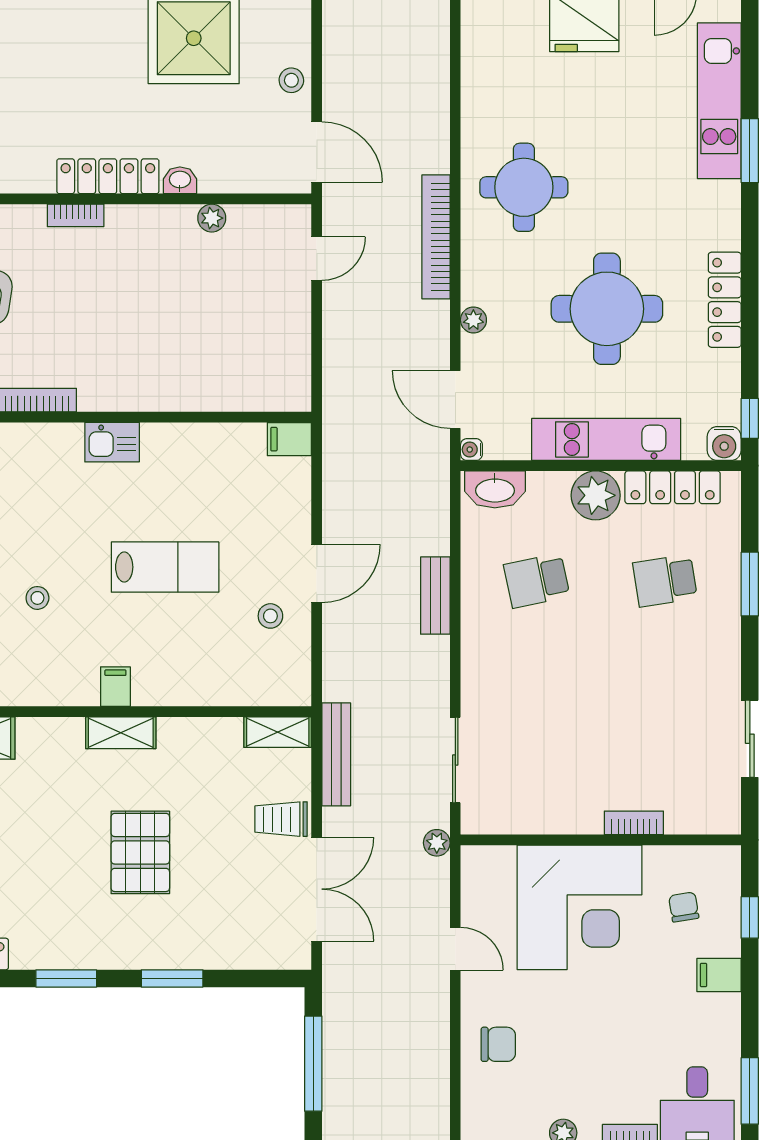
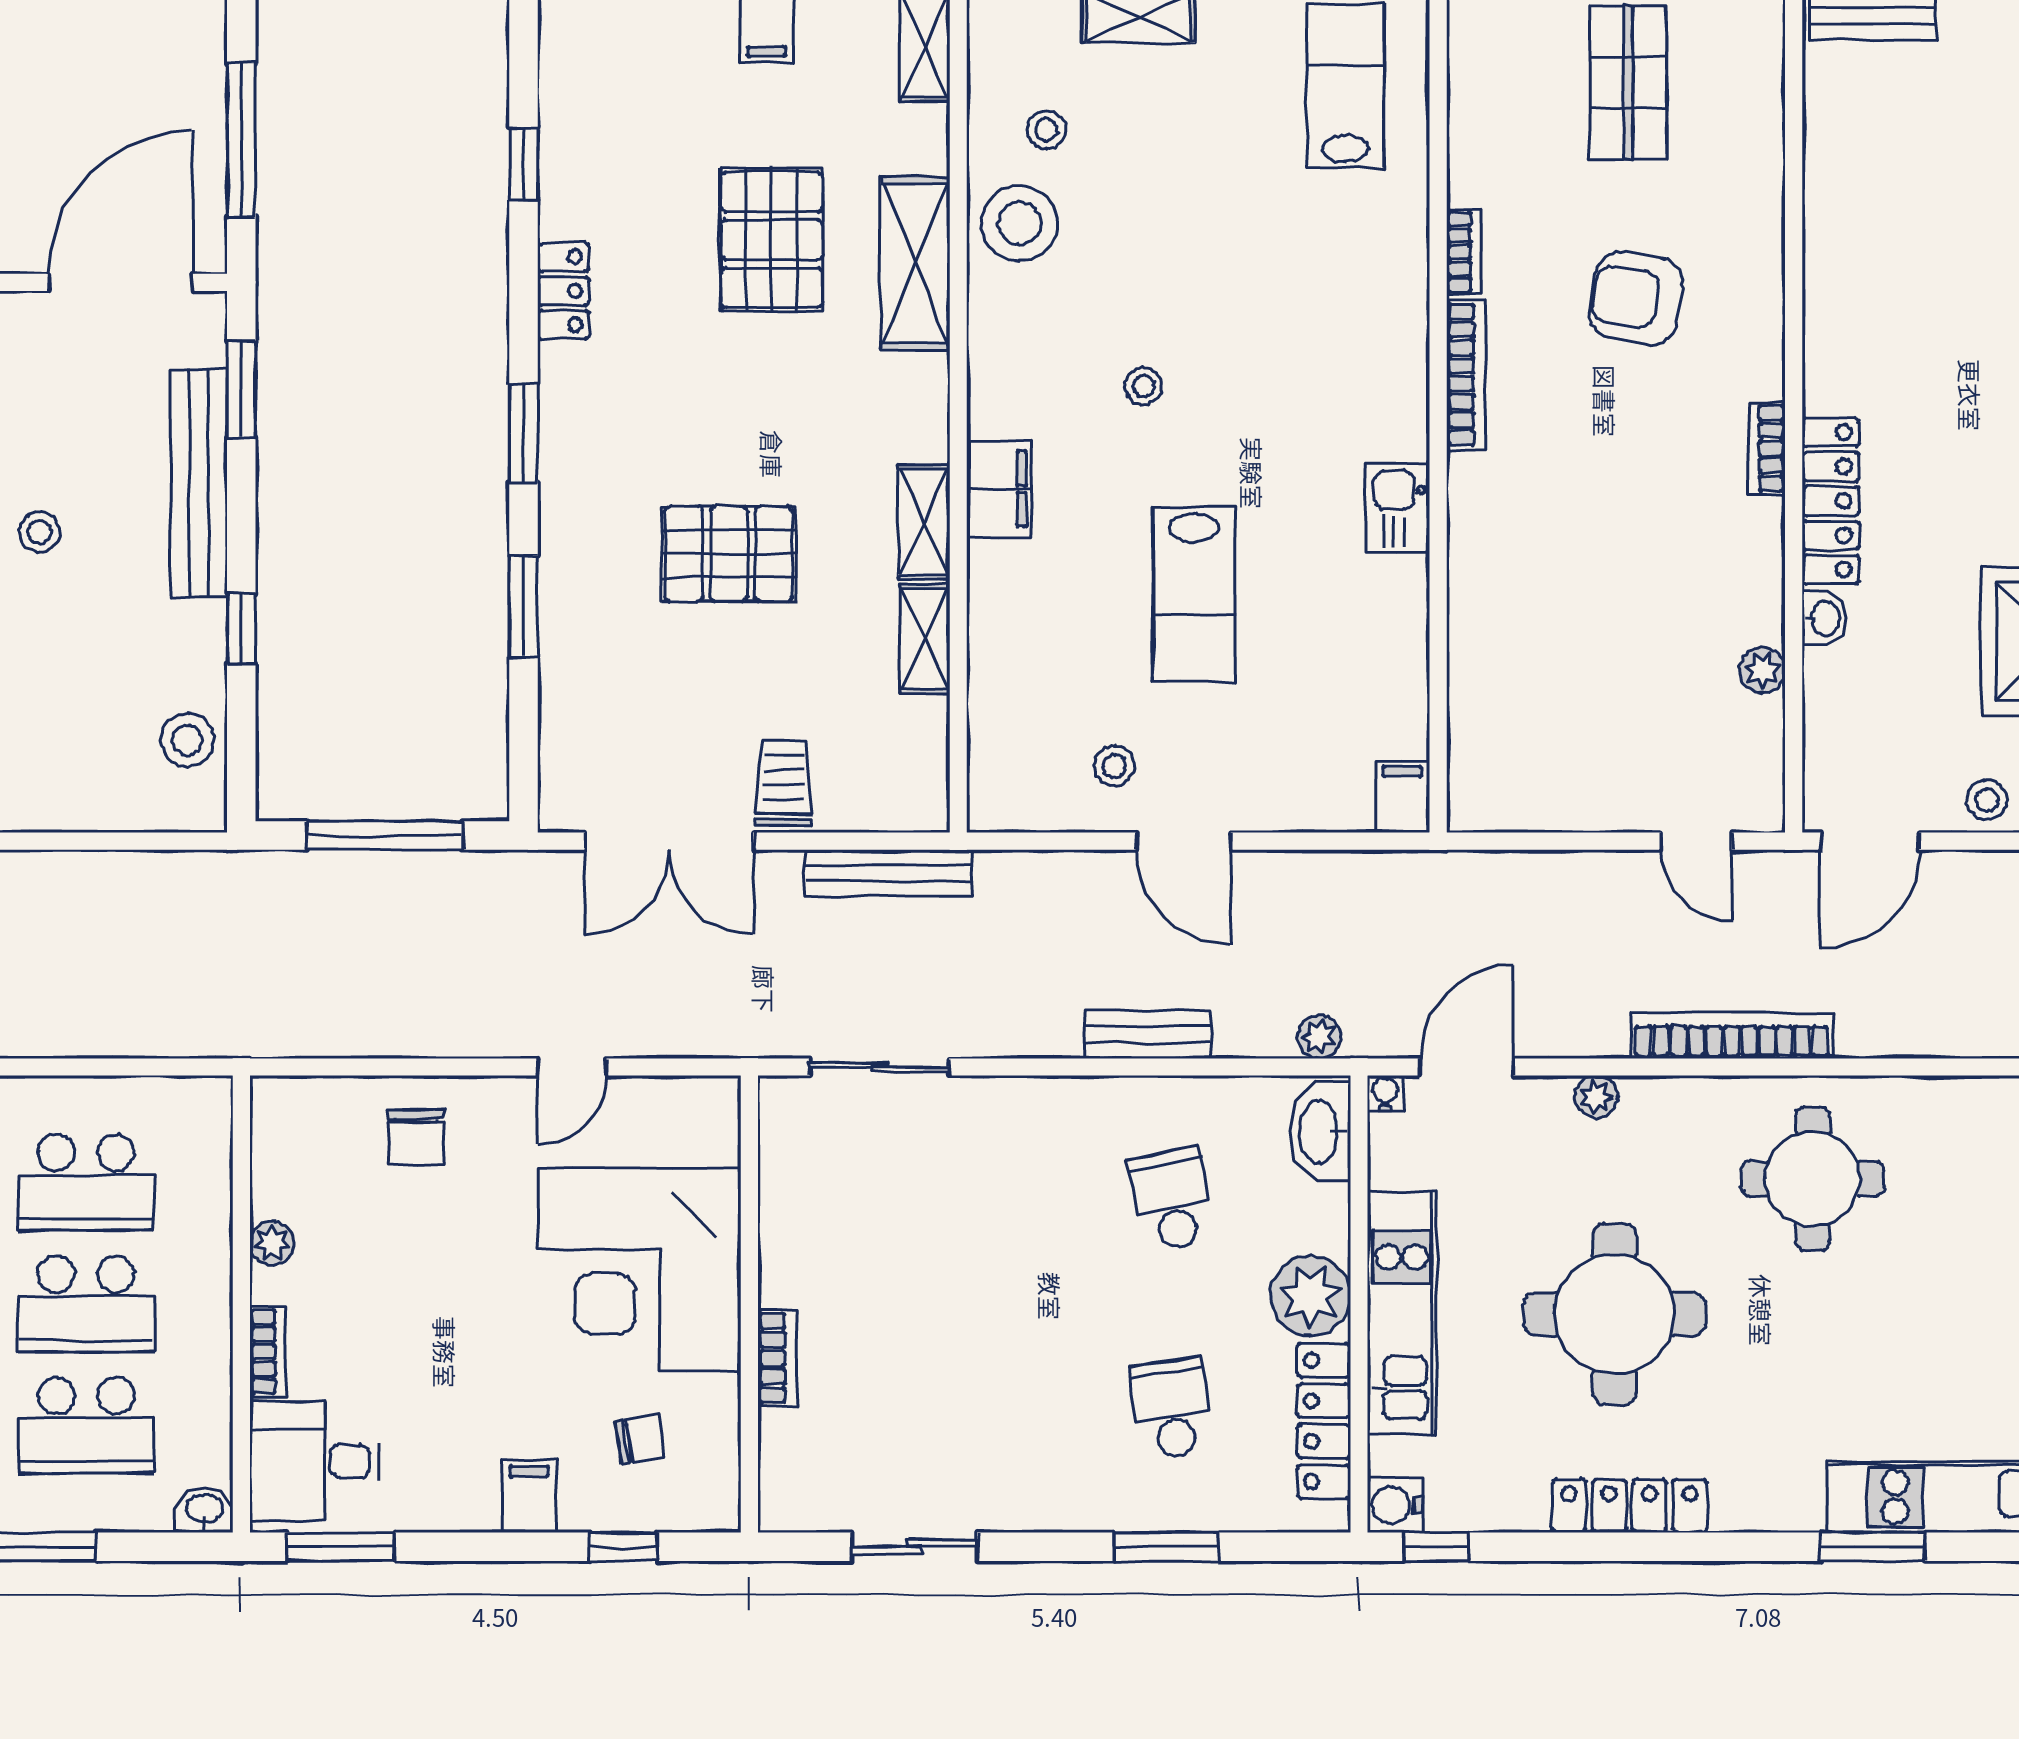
filing cabinet: (115, 687) -> (999, 489), width x2.00
shelving: (278, 732) -> (925, 639), moved
plant: (437, 843) -> (1319, 1037), moved

